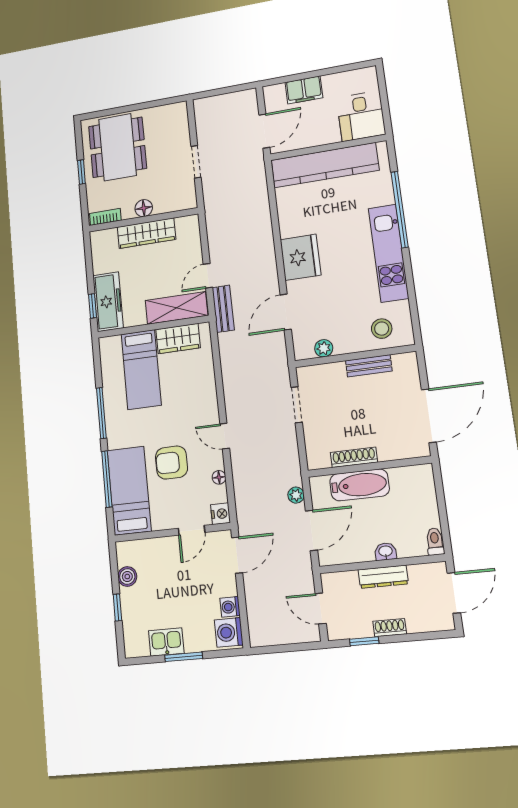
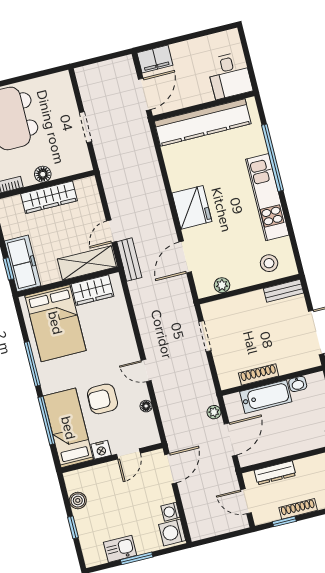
filing cabinet: (304, 90) -> (155, 59), moved
bench: (369, 366) -> (283, 291), moved
bed: (141, 369) -> (55, 323), width x1.50
nightstand: (221, 514) -> (101, 450), moved, turned 90
washbasin: (386, 552) -> (298, 384), moved, turned 180
dresser: (383, 577) -> (275, 473), moved
shoe rack: (390, 628) -> (298, 509), width x1.43

